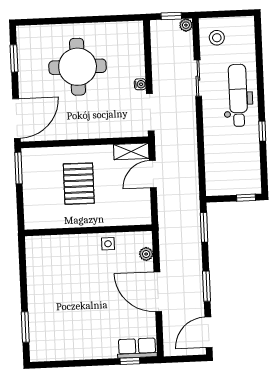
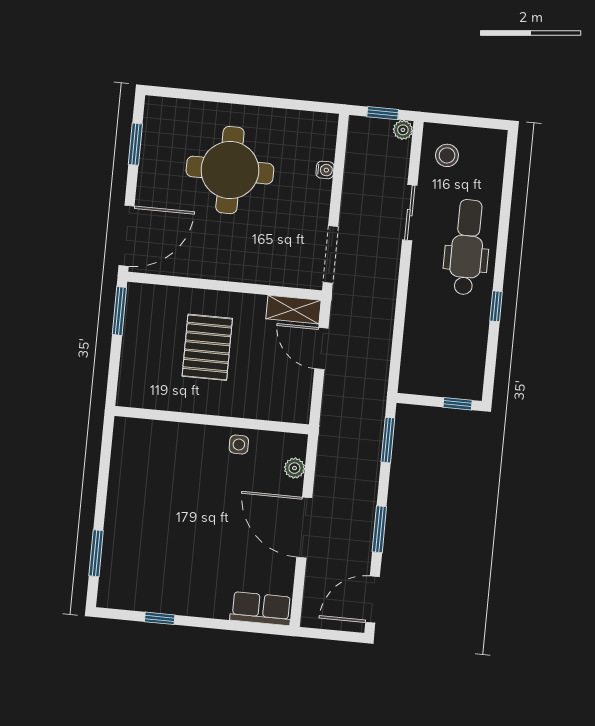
water cooler: (140, 84) -> (325, 170), moved
door: (153, 174) -> (321, 348), hinge flipped
window: (130, 361) -> (160, 618), moved

